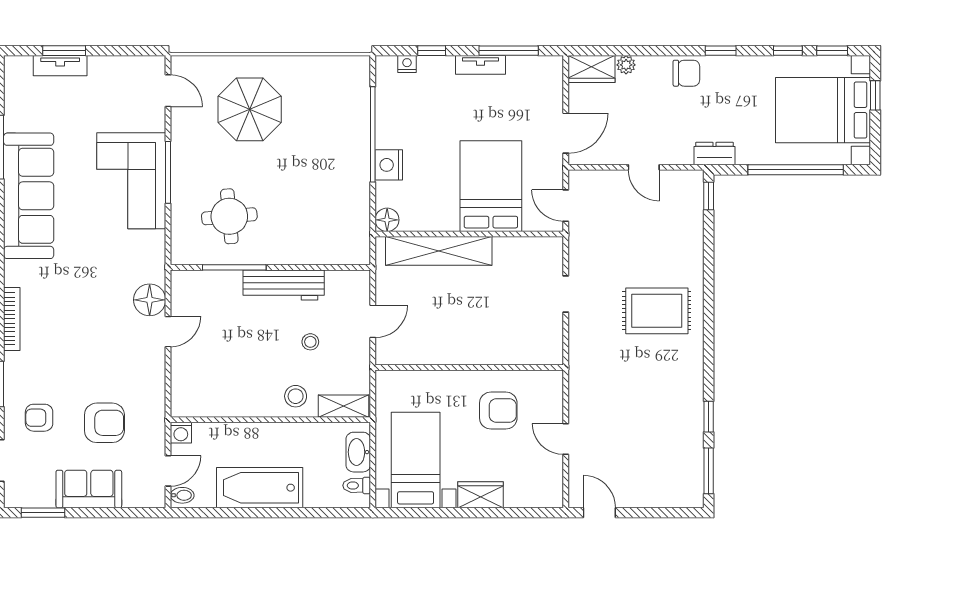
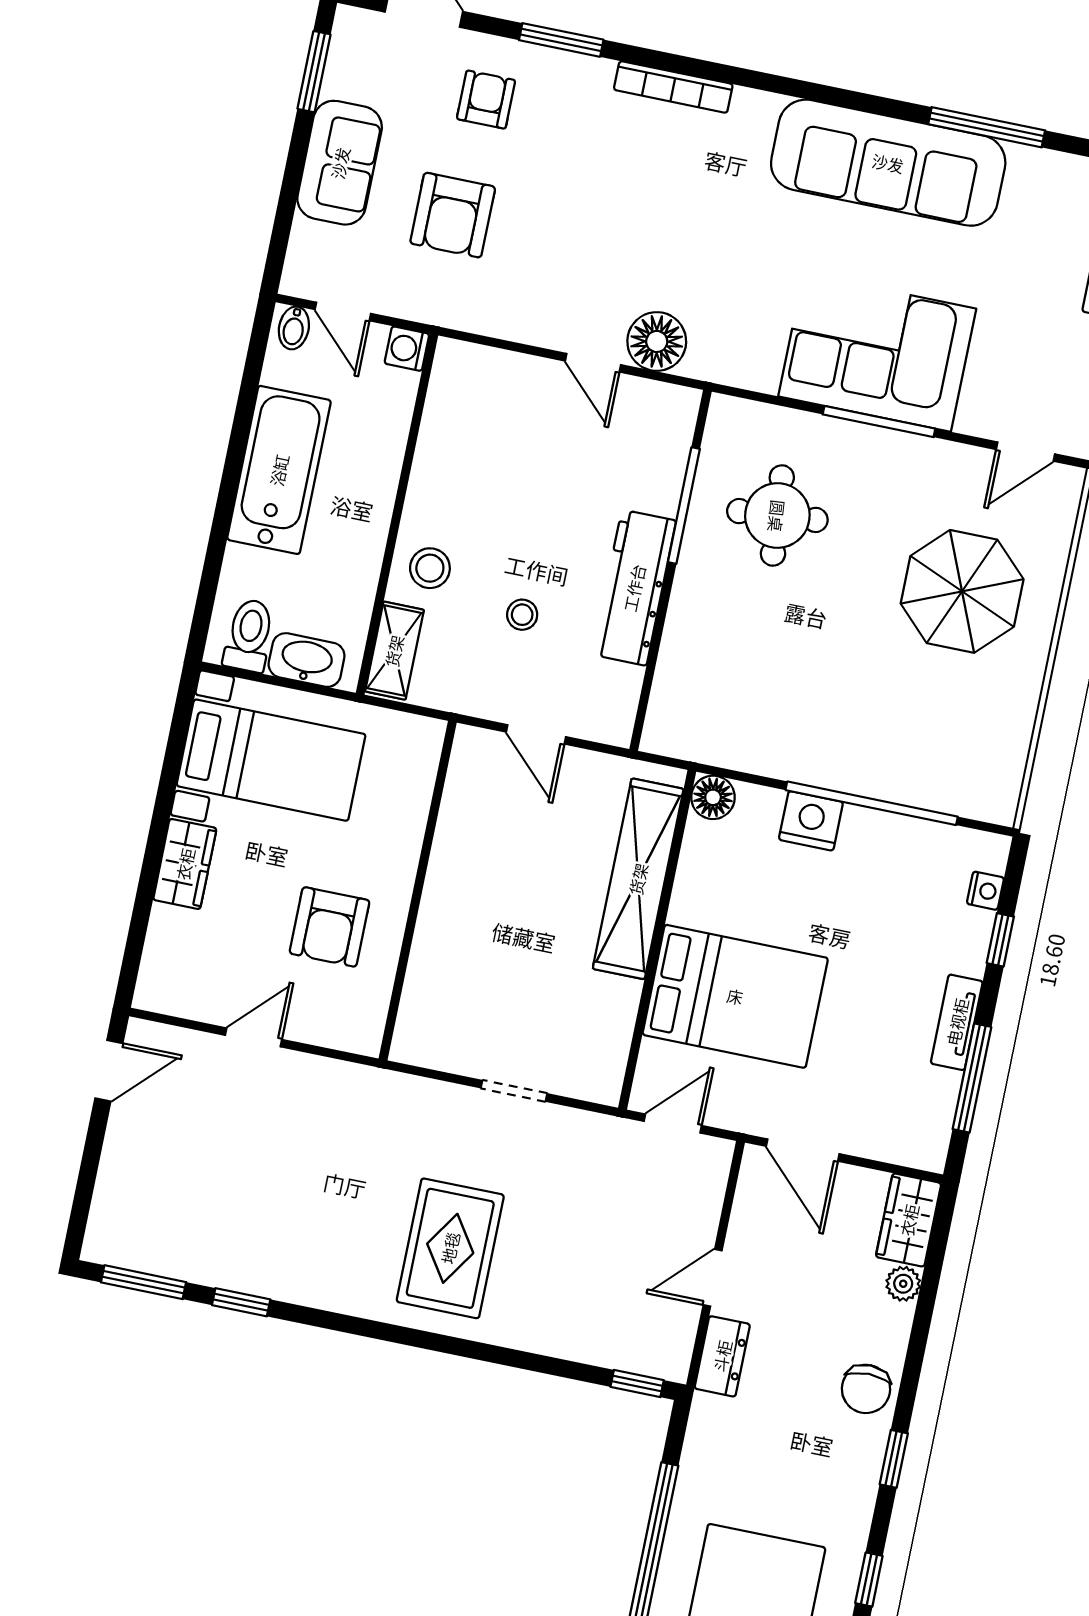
dresser: (714, 154) -> (722, 1356), moved
toilet: (357, 485) -> (249, 635), width x1.37, depth x1.39

